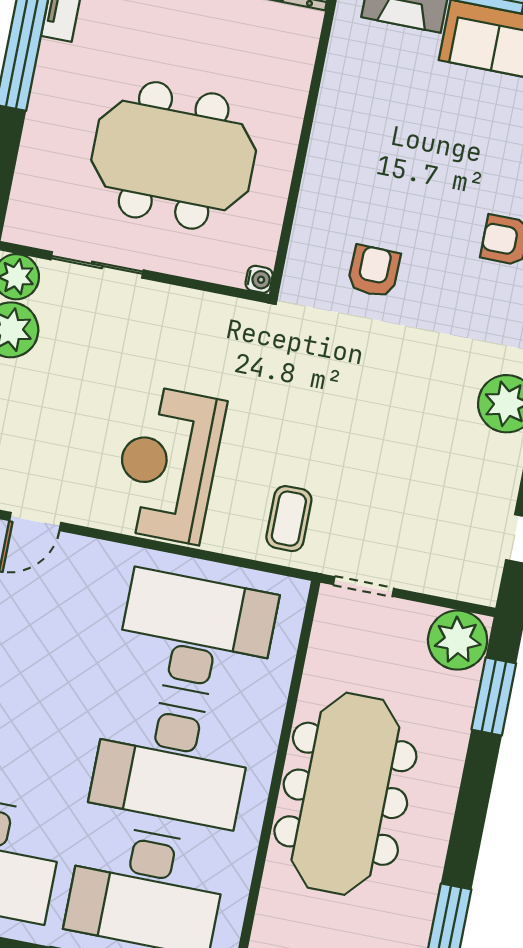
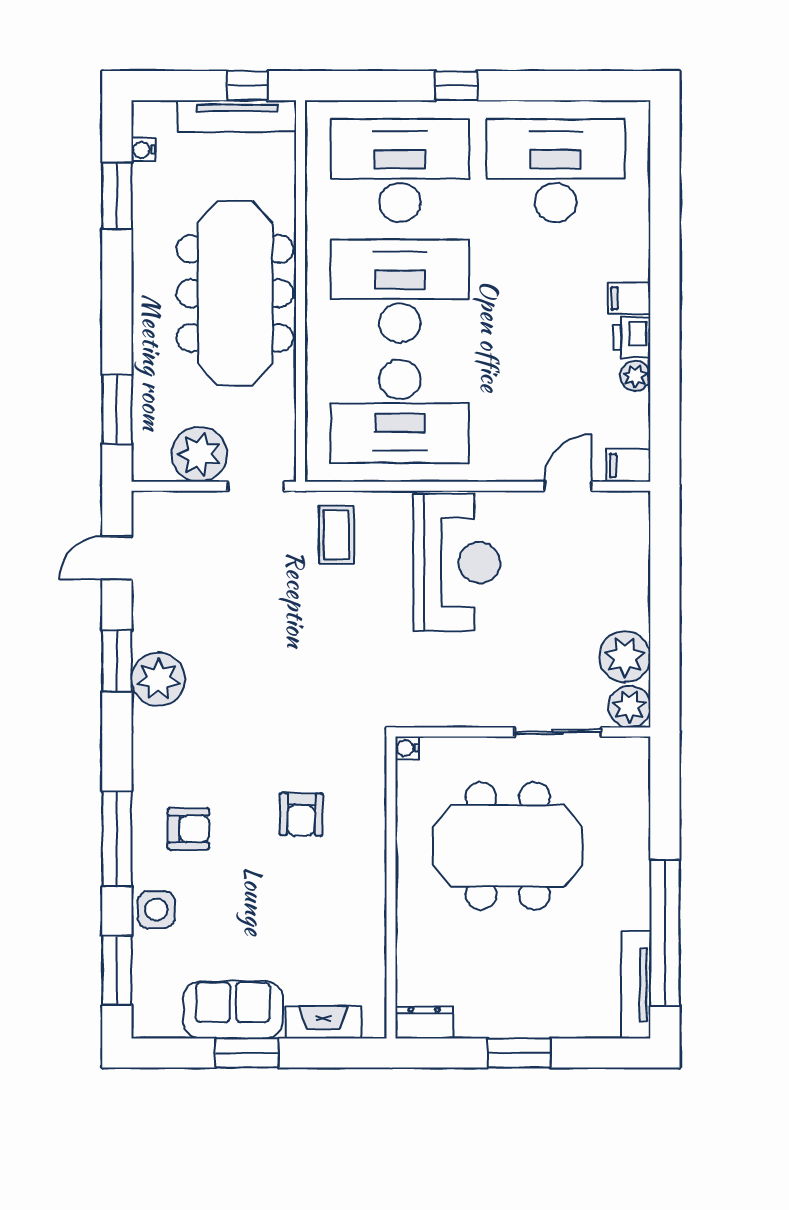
armchair: (374, 271) -> (301, 814), moved
plant: (458, 640) -> (199, 454), moved

